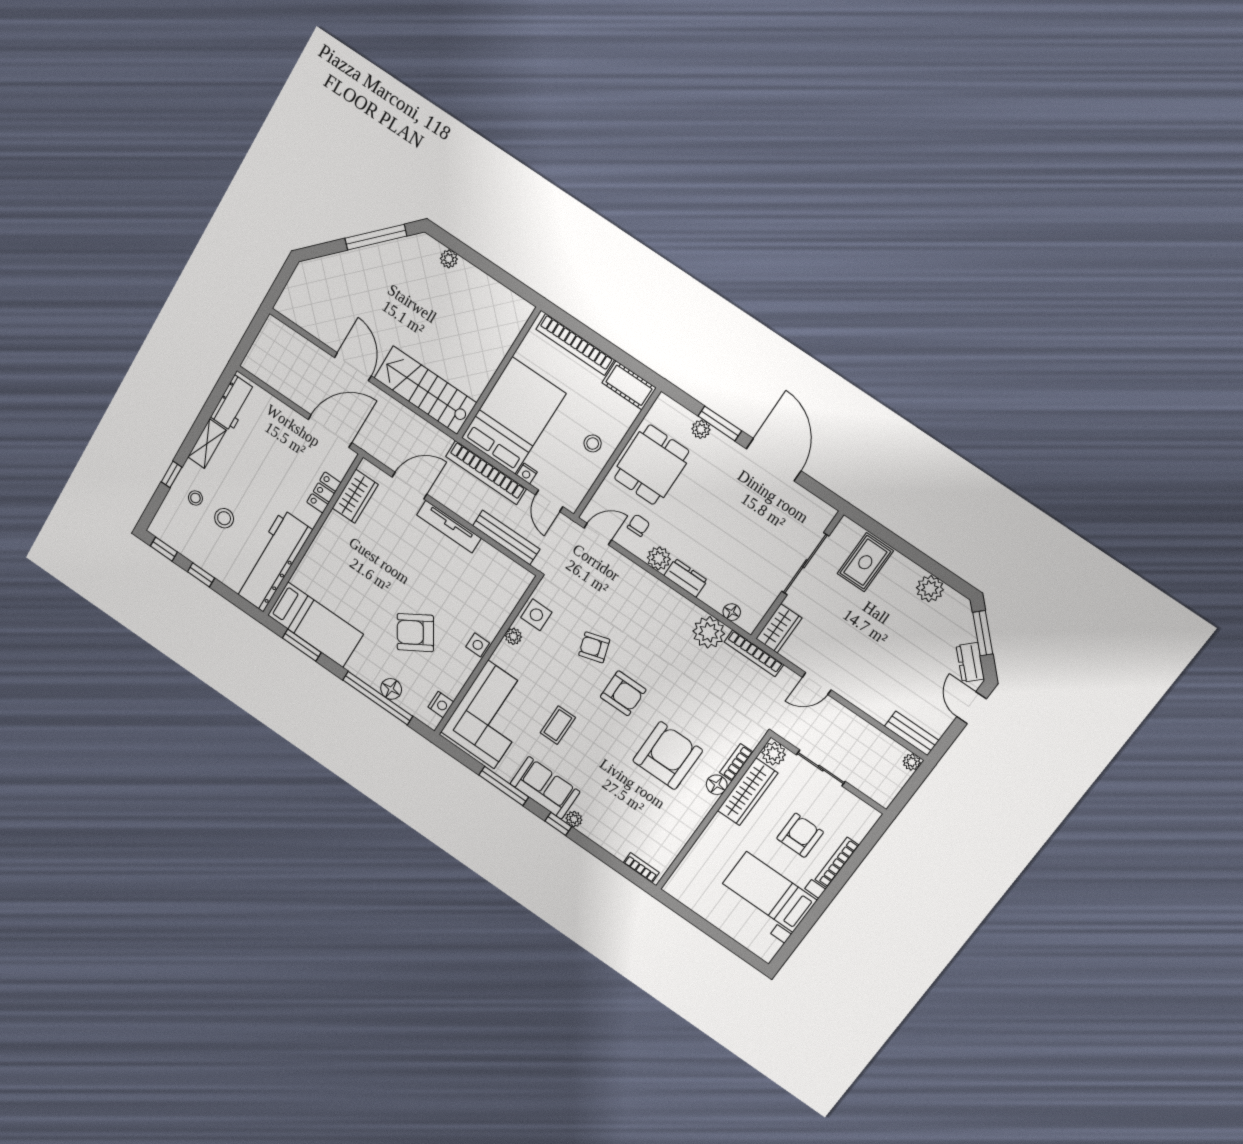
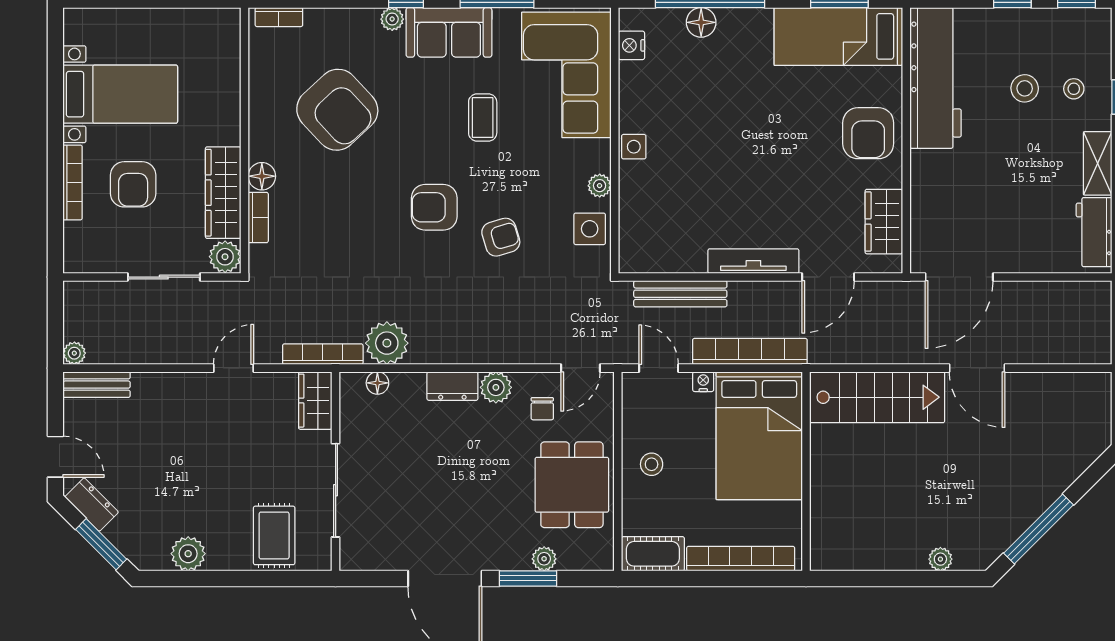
locker: (324, 492) -> (923, 201), removed
armchair: (415, 633) -> (868, 133), moved, turned 122
armchair: (668, 756) -> (337, 110), moved, turned -43

